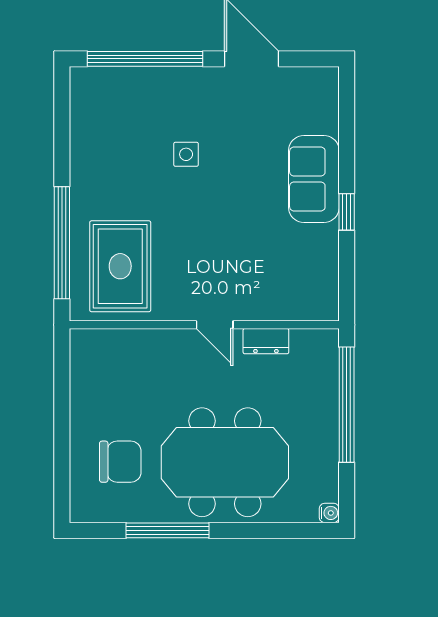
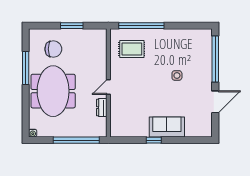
rug: (120, 266) -> (132, 49), width x0.73, depth x0.70
window: (62, 416) -> (72, 26), added
chair: (120, 462) -> (53, 49), turned -90

